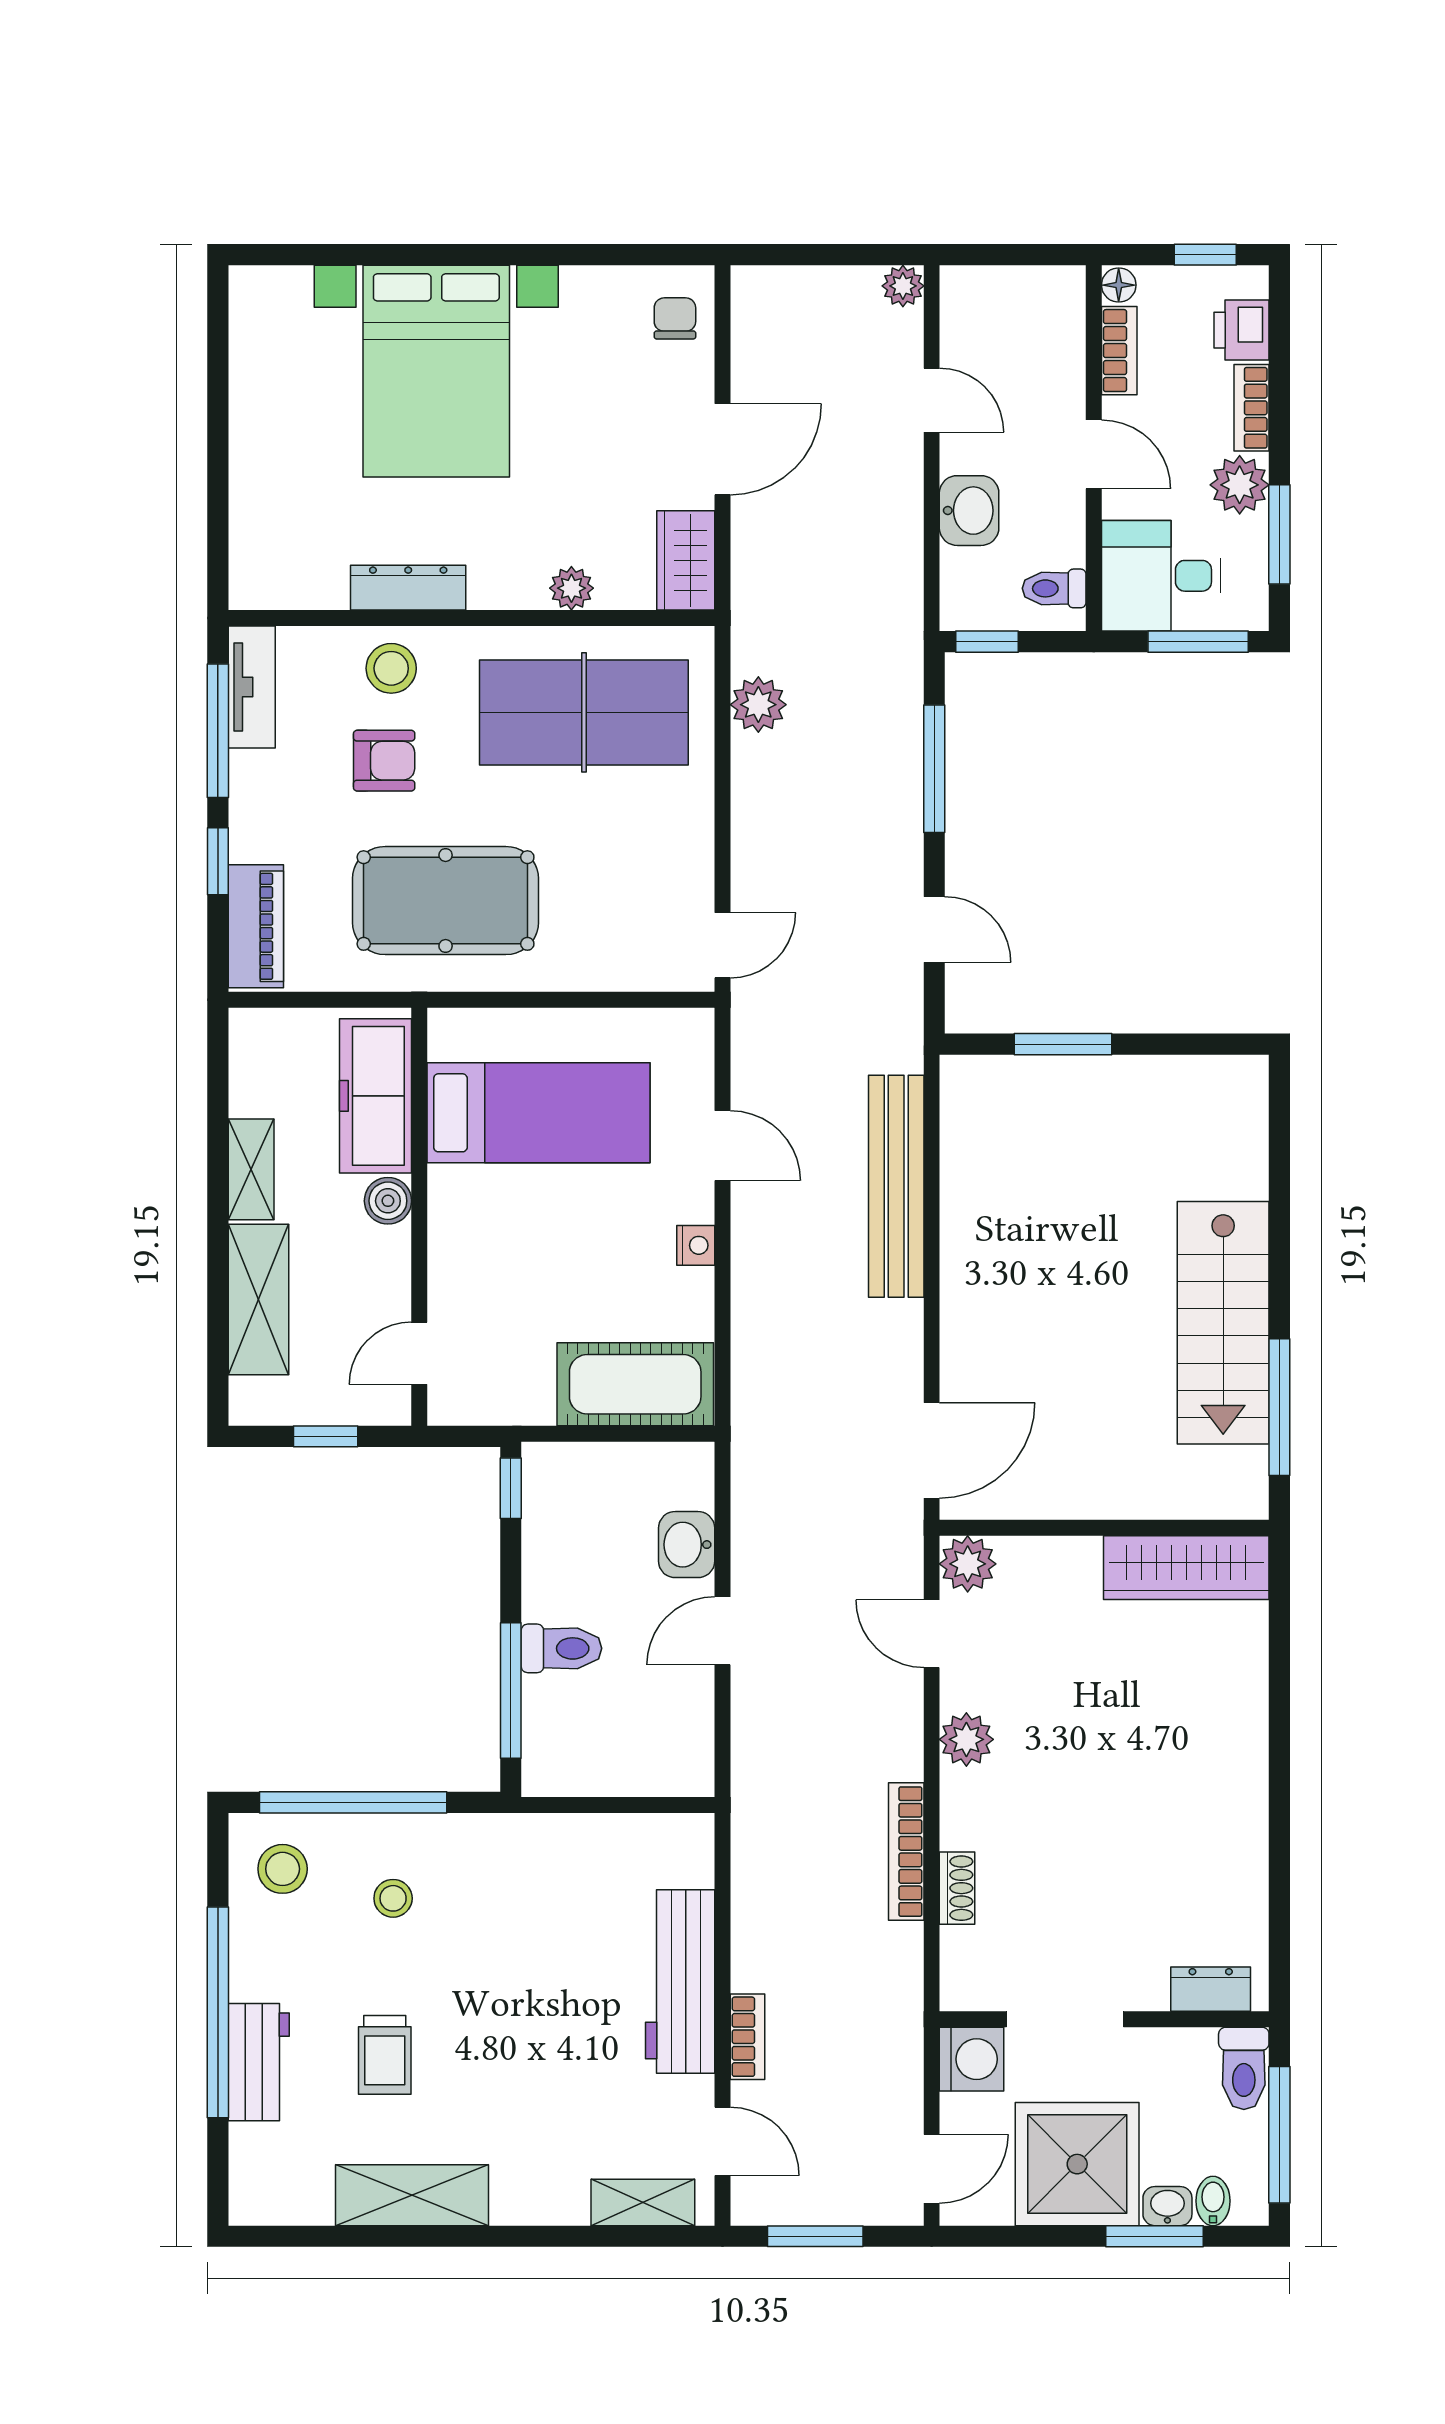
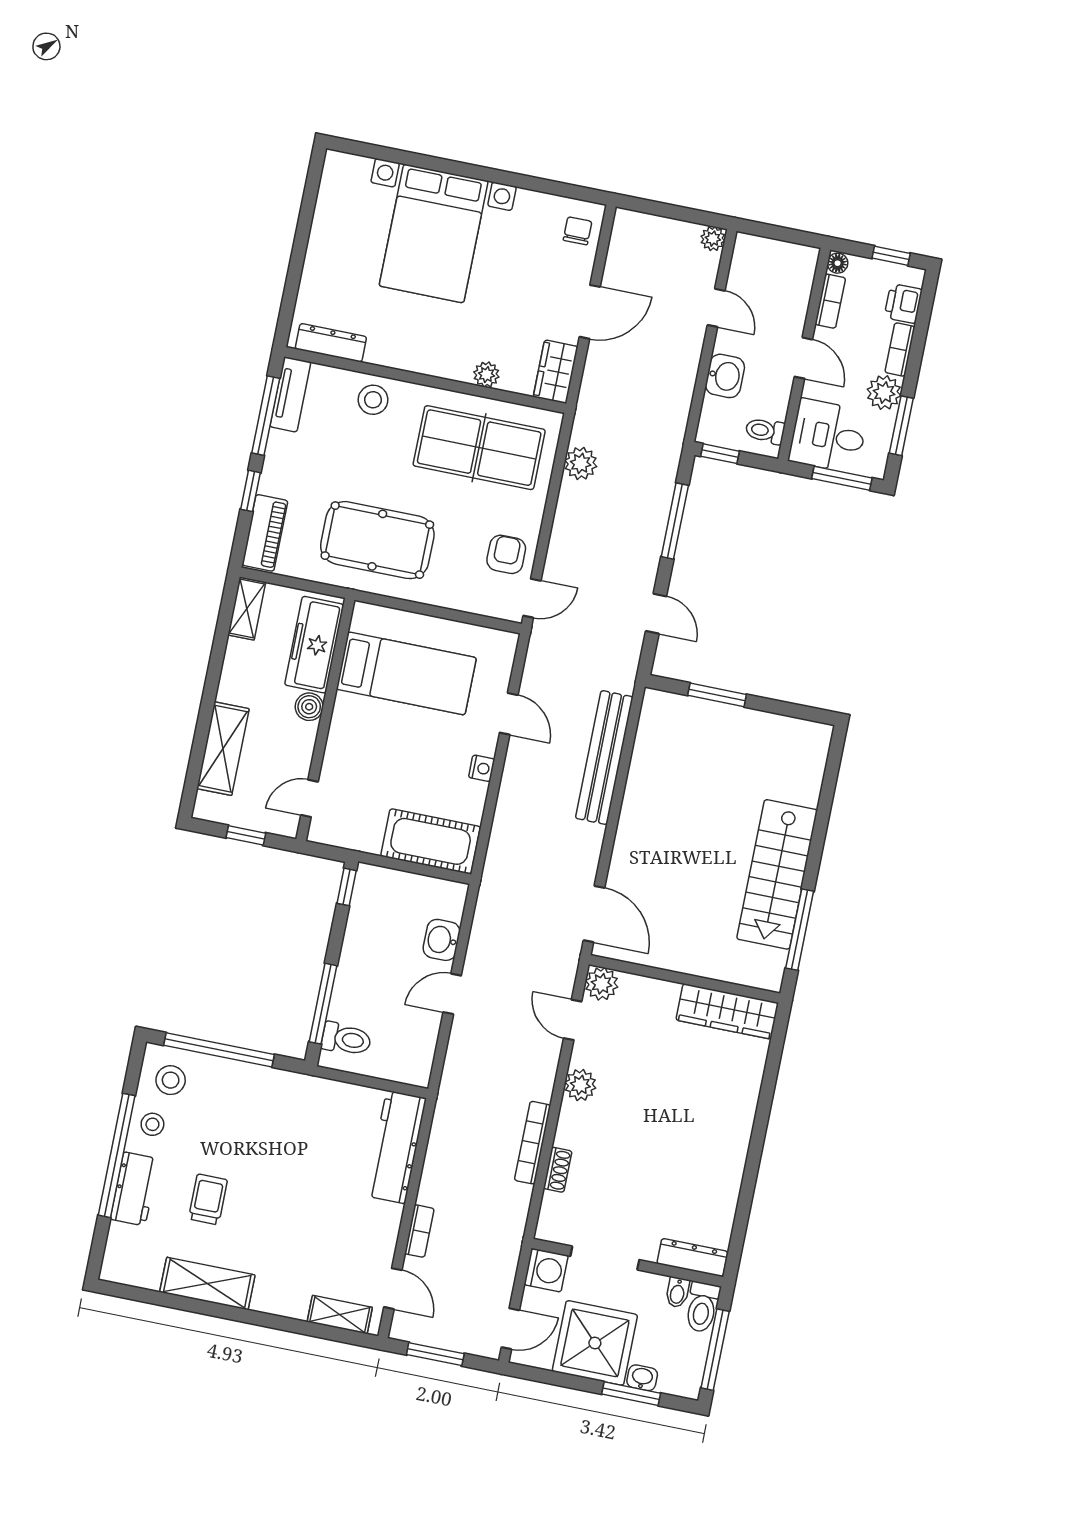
dresser: (408, 588) -> (331, 343), moved
armchair: (384, 761) -> (506, 554), moved, turned -90
shelving: (251, 1169) -> (247, 608), moved
door: (932, 1450) -> (594, 914), hinge flipped
toilet: (561, 1648) -> (346, 1039), moved
stool: (393, 1898) -> (152, 1124), moved
workbench: (680, 1982) -> (396, 1147), moved
dresser: (1211, 1989) -> (692, 1258), width x1.44
trolley: (385, 2055) -> (208, 1199), turned 180
bidet: (1213, 2201) -> (677, 1292), moved, turned 180

